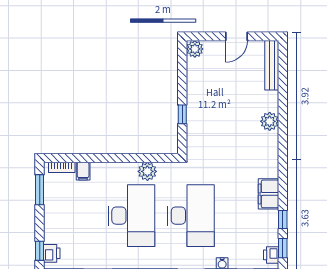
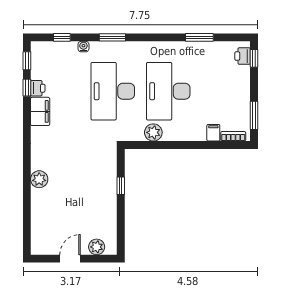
plant: (195, 49) -> (97, 247), moved
bench: (272, 65) -> (37, 232), removed
printer: (271, 255) -> (38, 88), moved

